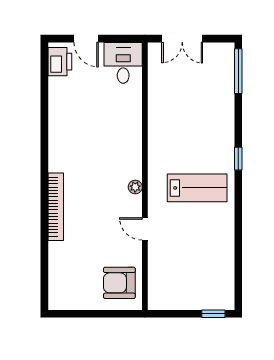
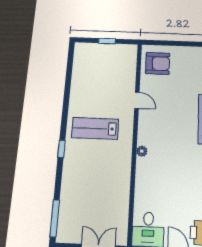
plant: (135, 187) -> (142, 151), moved
window: (213, 314) -> (107, 41), moved

